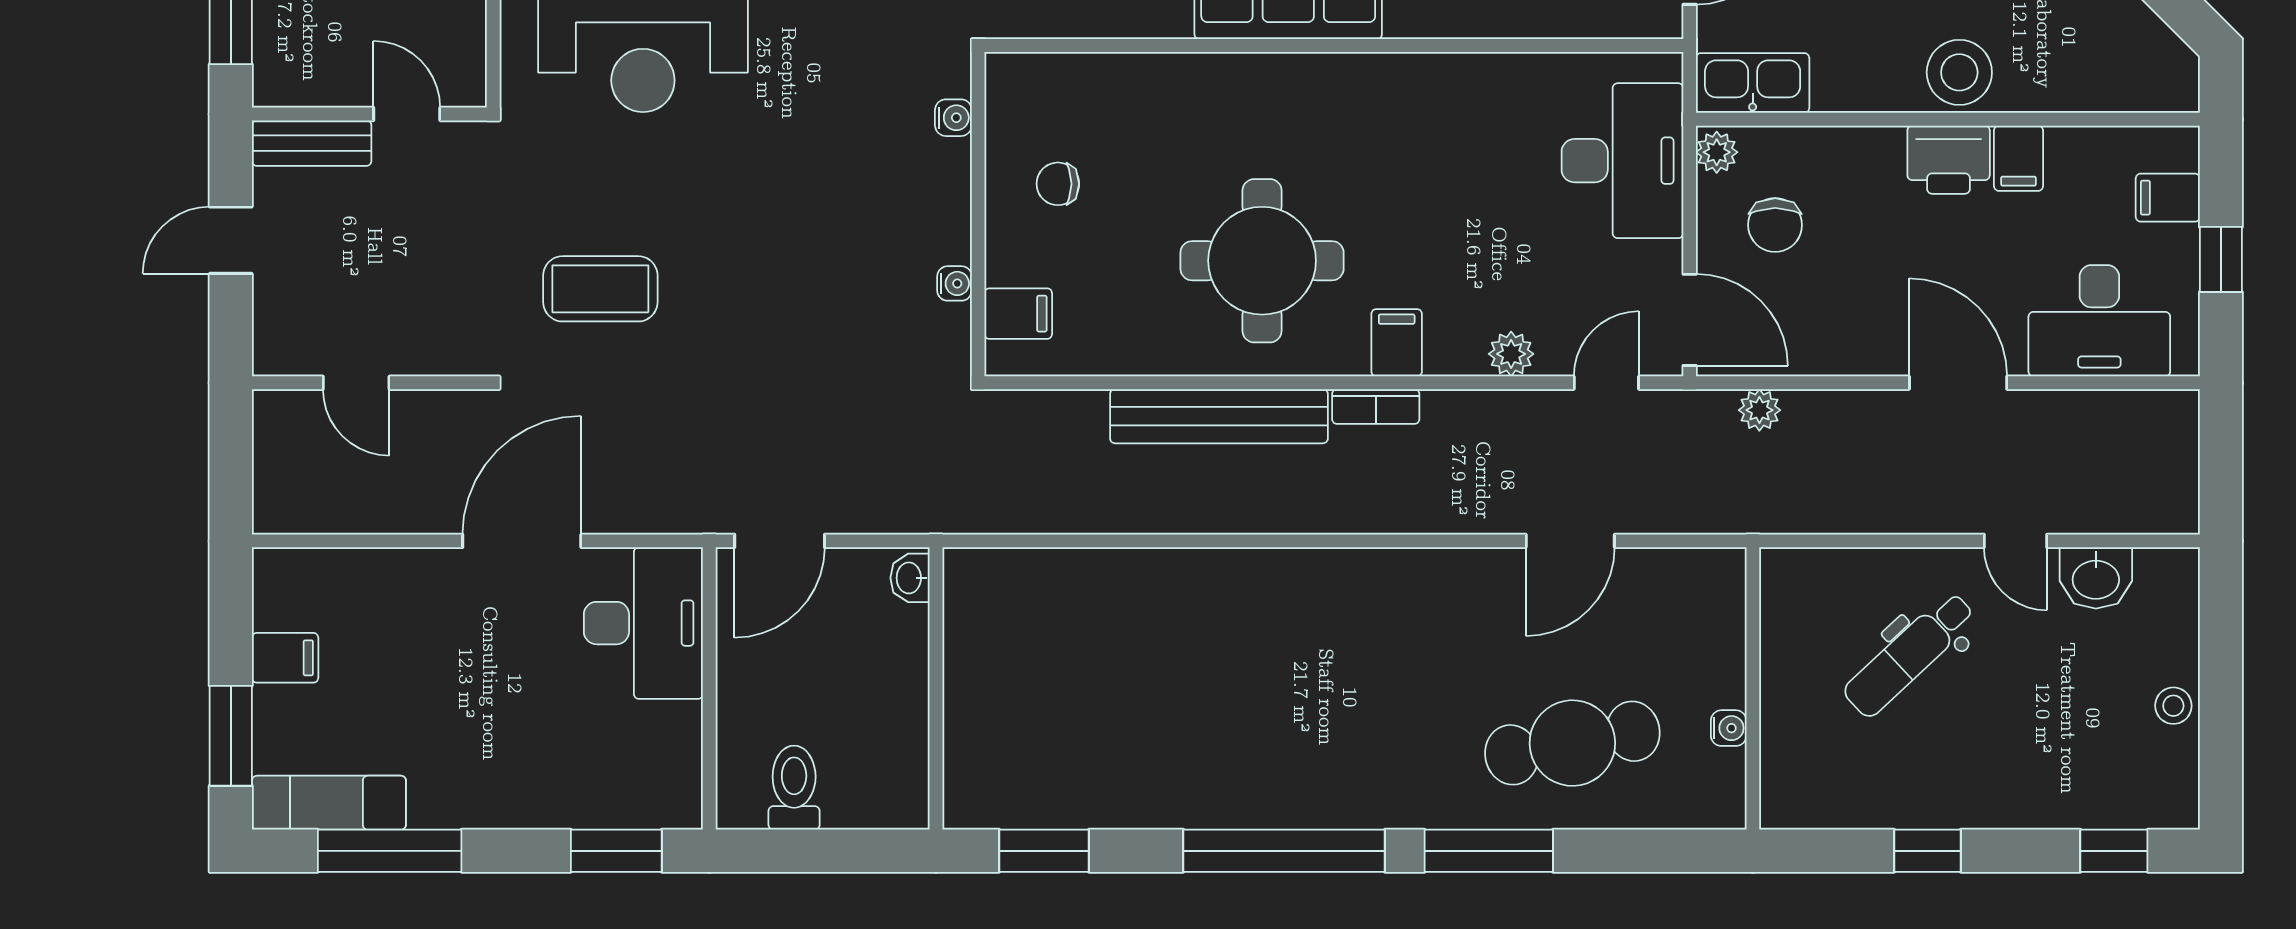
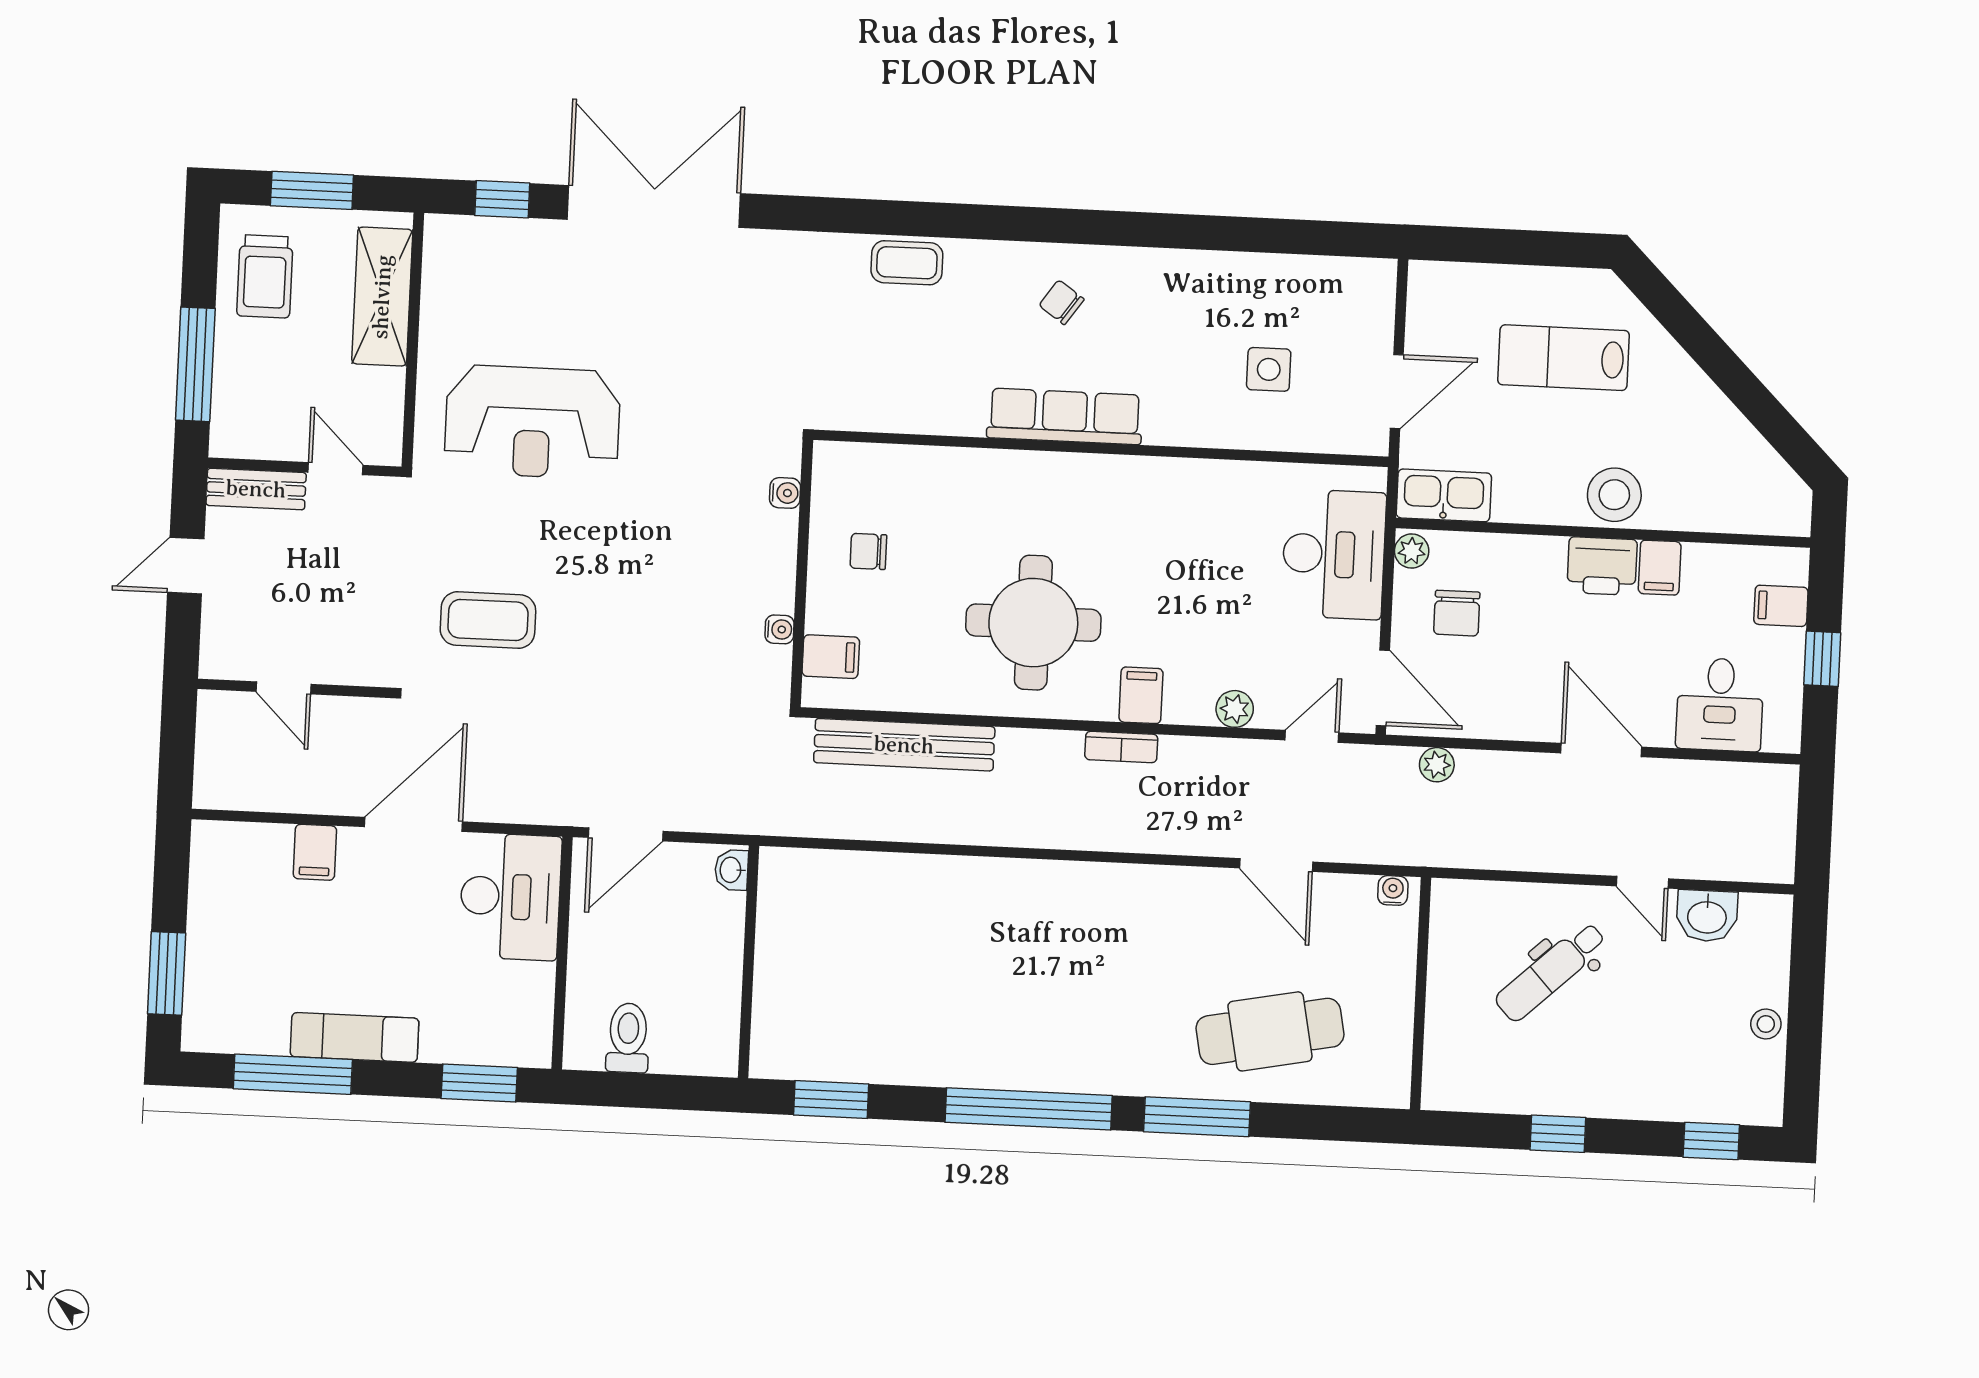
desk: (2099, 321) -> (1720, 704), width x0.73
bench: (1219, 416) -> (904, 745), moved
door: (1570, 541) -> (1276, 865), hinge flipped
filing cabinet: (285, 658) -> (315, 852), moved, turned 90
water cooler: (1729, 728) -> (1393, 890), moved, turned -90
exam couch: (329, 803) -> (355, 1037), moved

